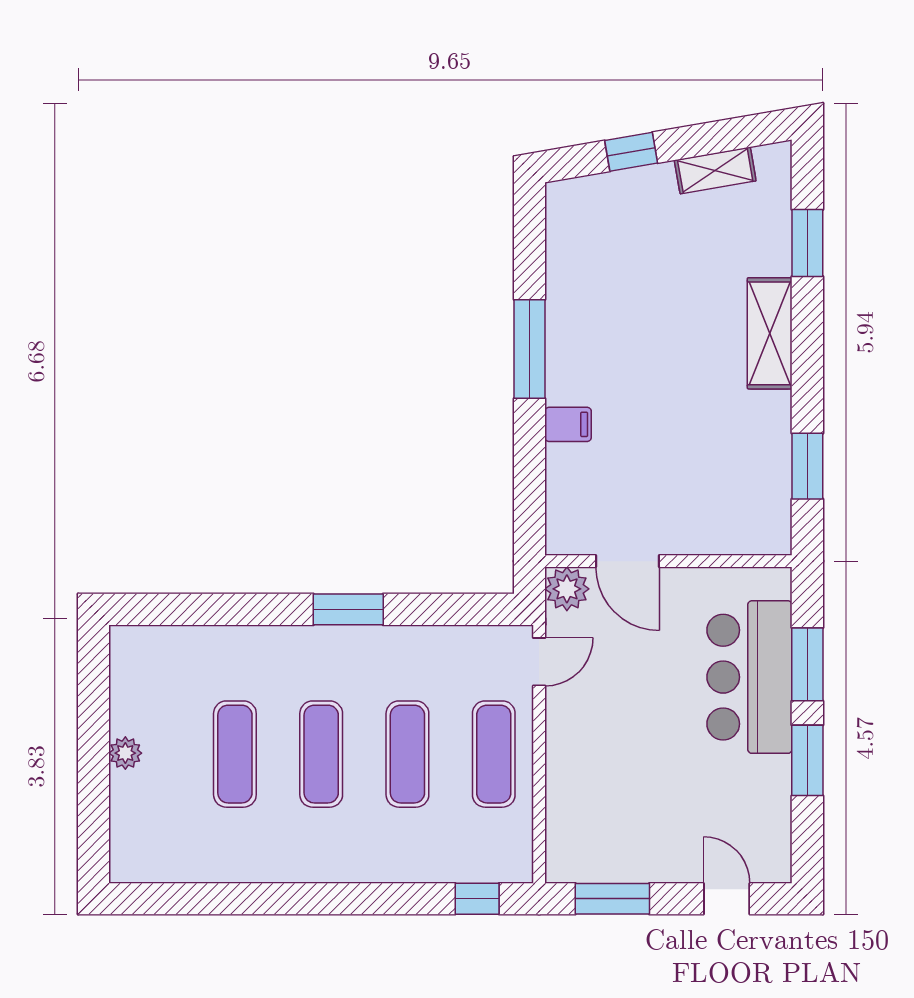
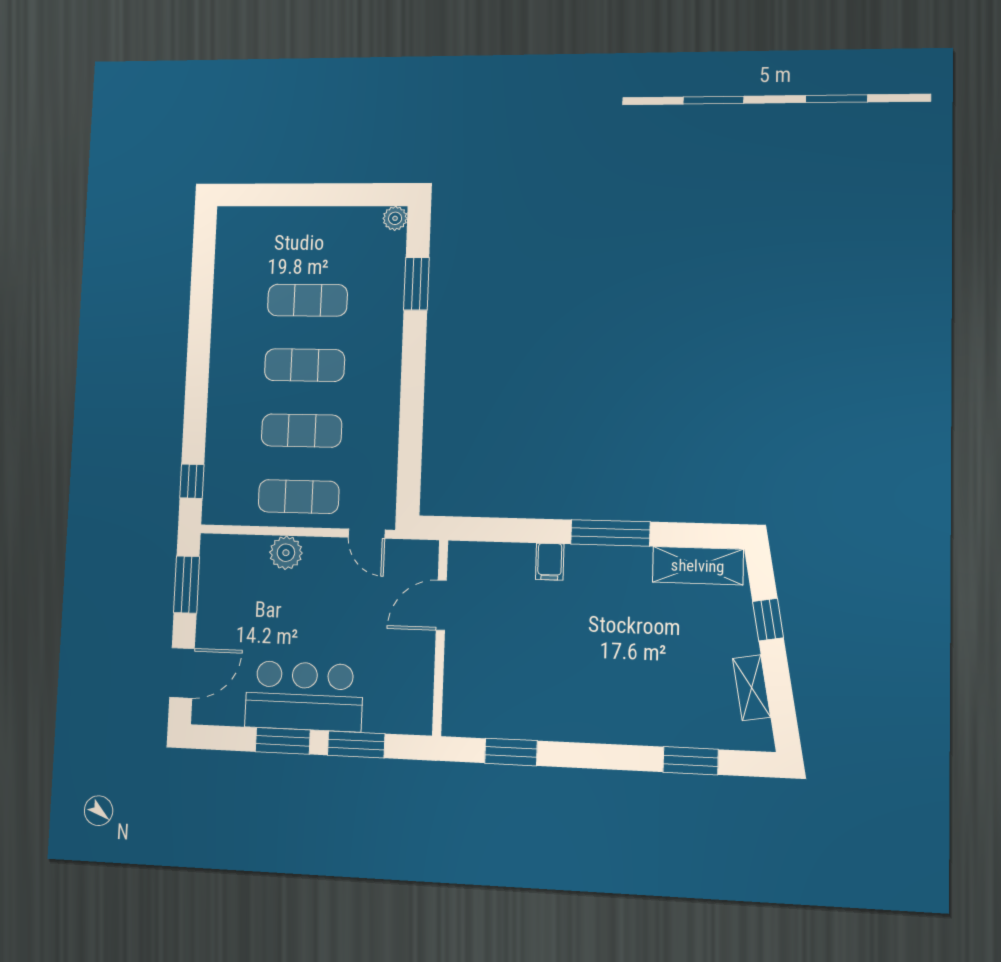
shelving: (770, 333) -> (698, 566), moved
plant: (567, 589) -> (286, 553), moved
window: (348, 609) -> (416, 284), moved
bar counter: (749, 677) -> (304, 696), moved
plant: (125, 753) -> (395, 218), moved
door: (727, 899) -> (182, 673), width x1.38

